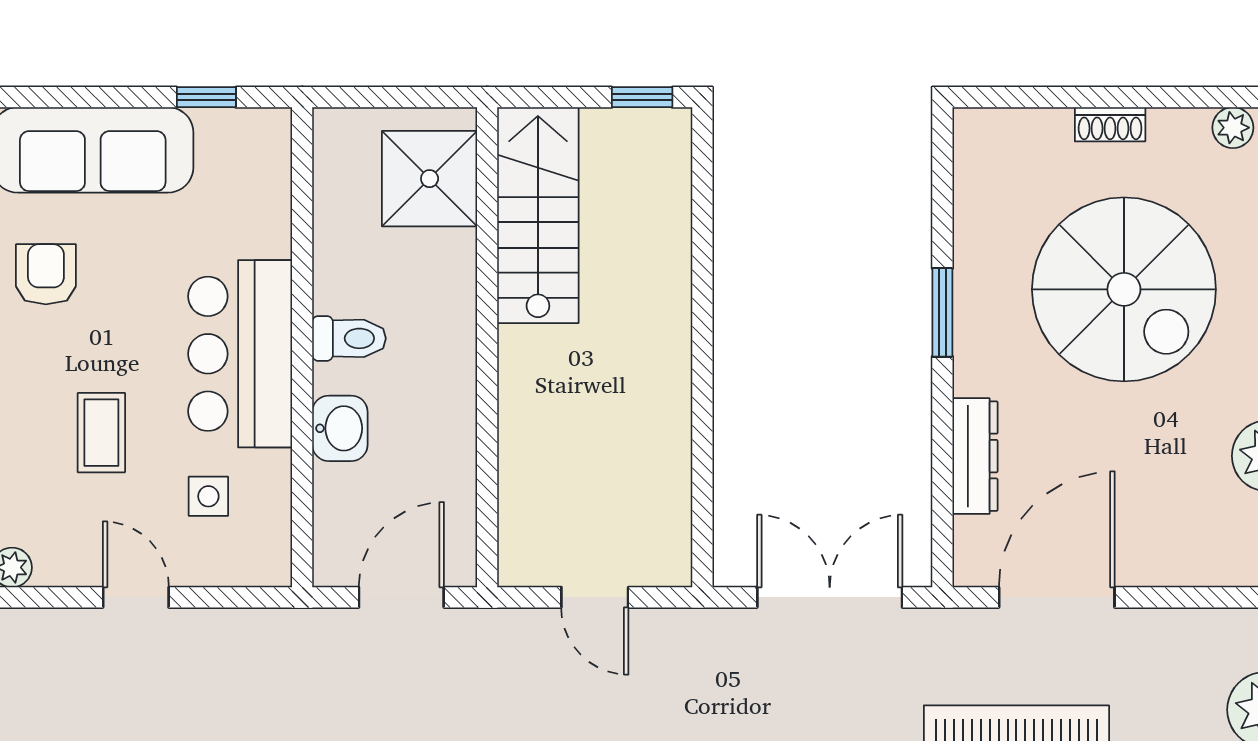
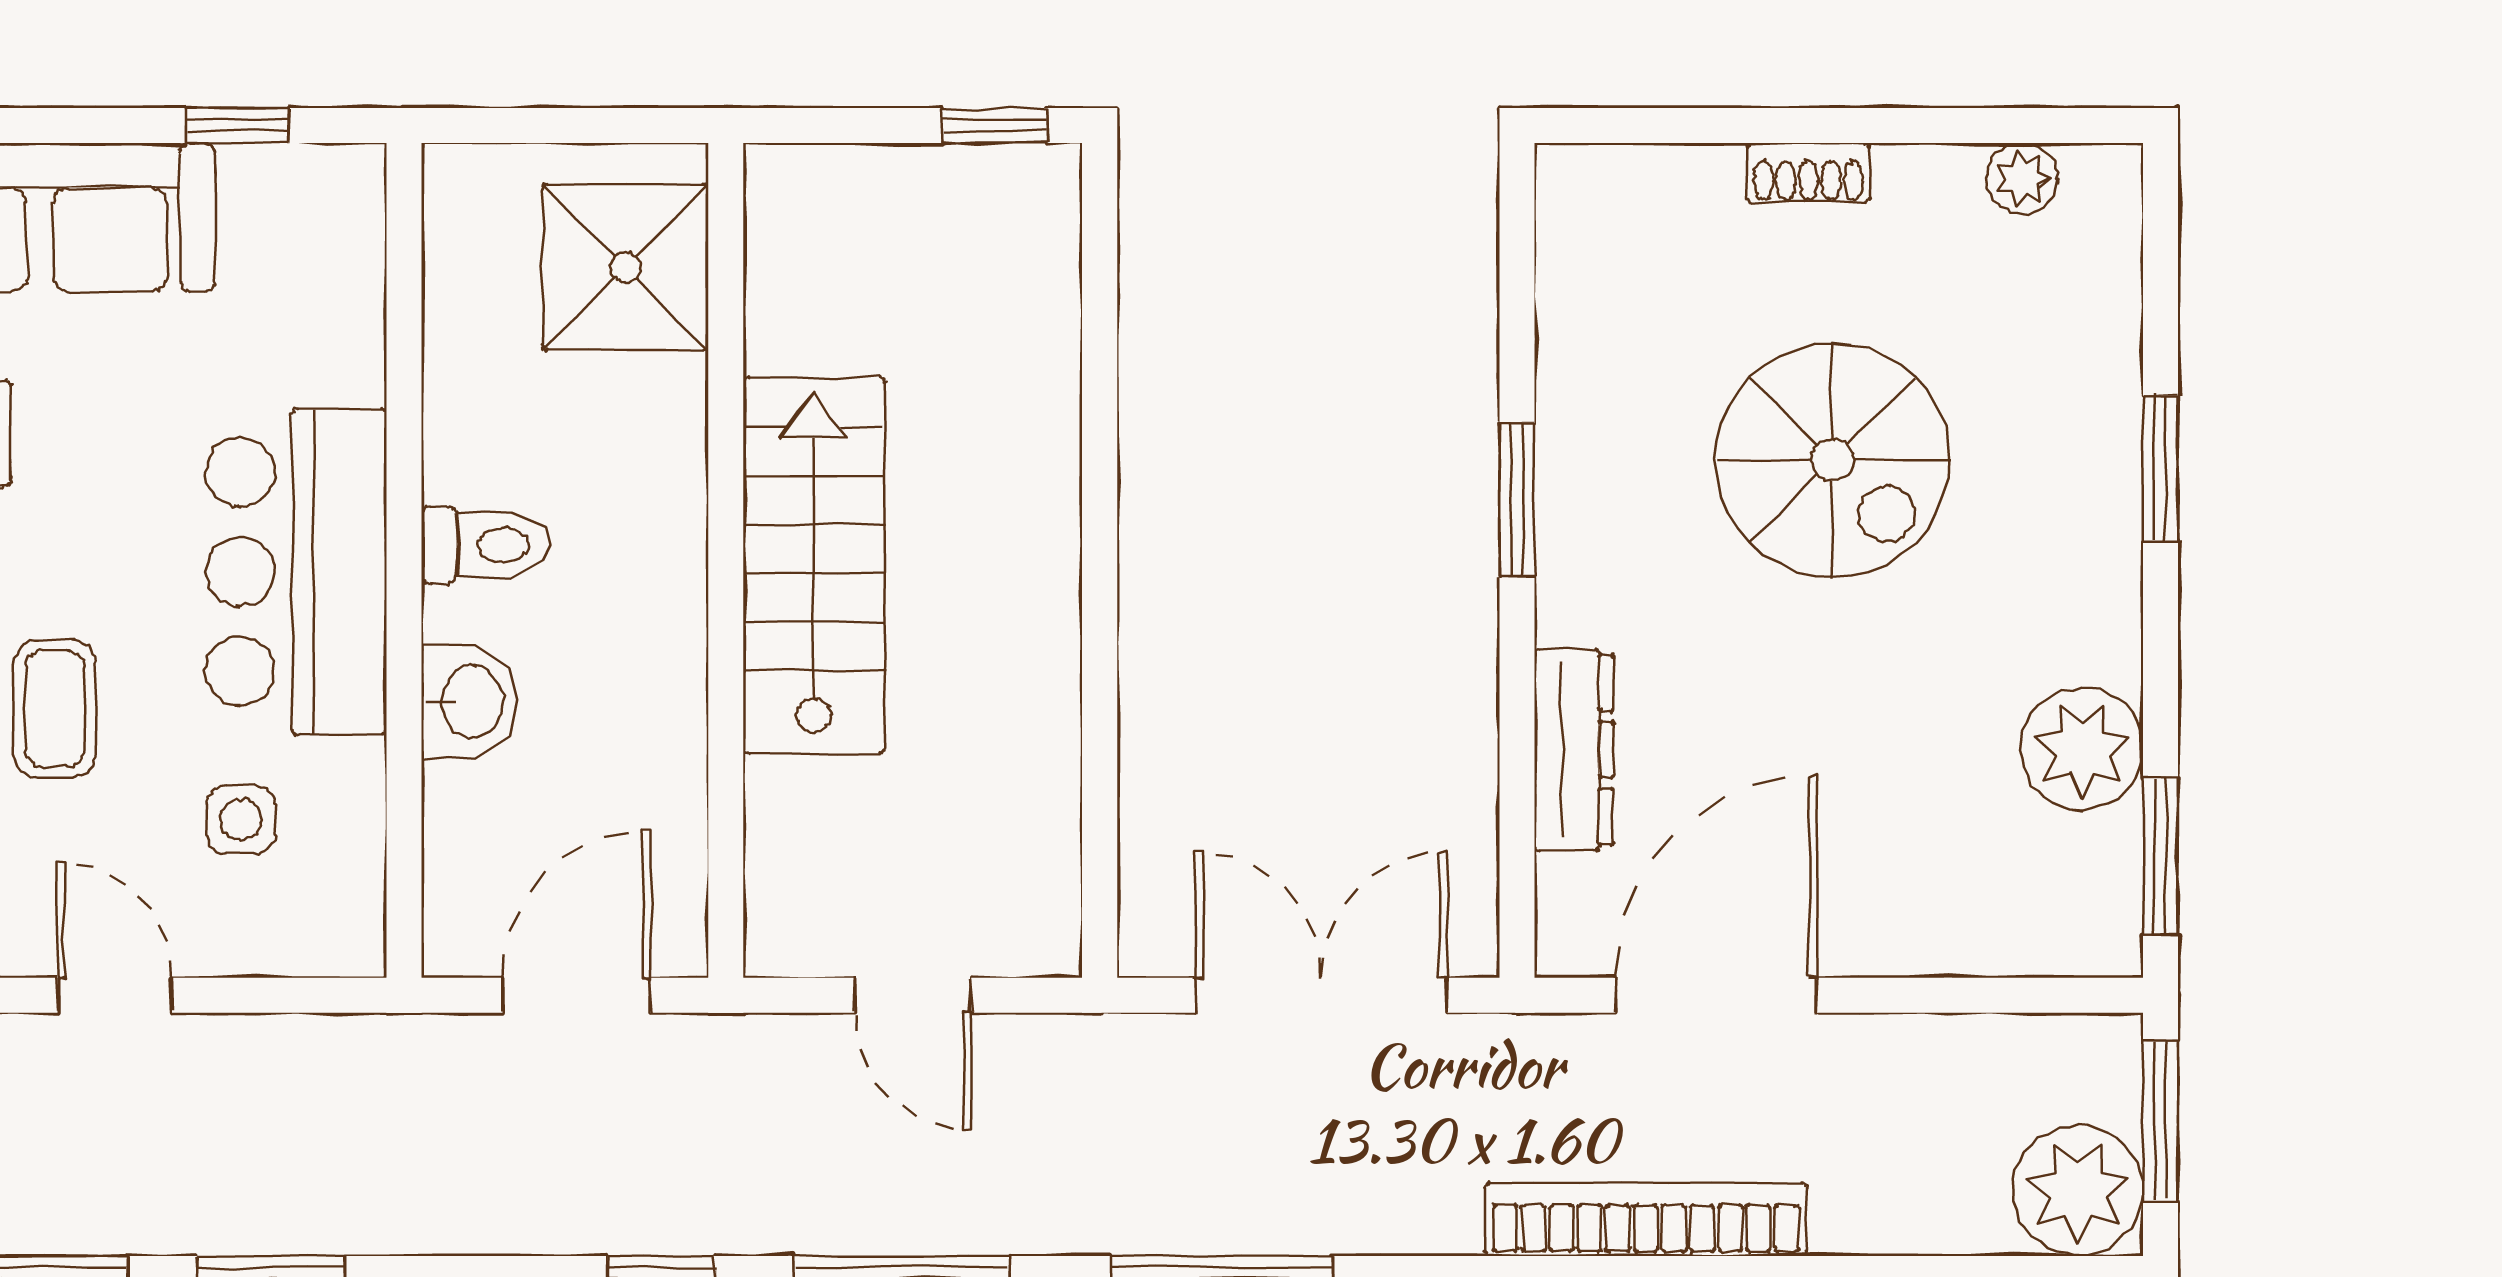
stairs: (538, 215) -> (814, 565), moved
spiral stairs: (1124, 289) -> (1833, 460), width x0.73, depth x0.73

